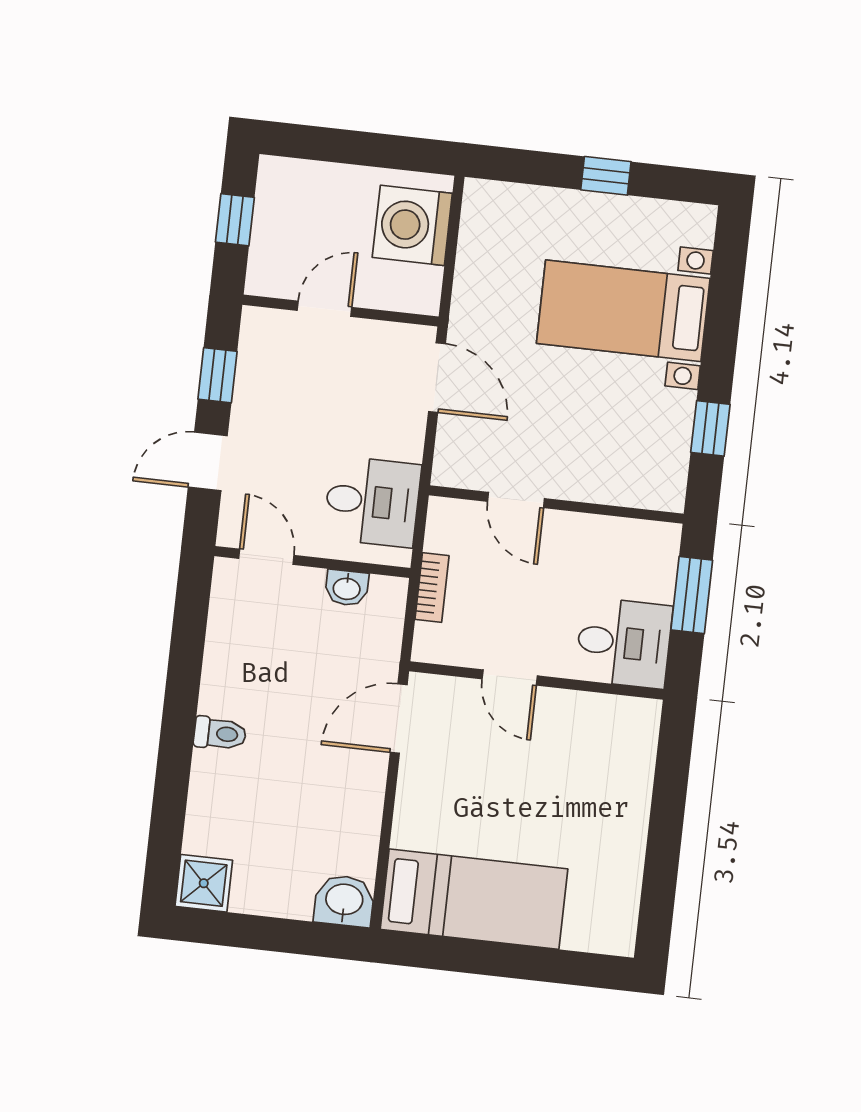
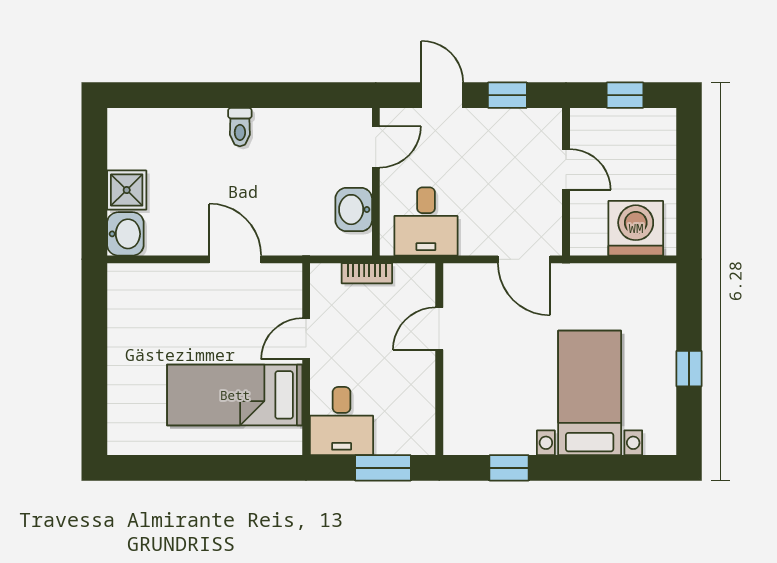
door: (437, 378) -> (524, 259), hinge flipped
washbasin: (347, 588) -> (354, 210), width x1.38, depth x1.45
door: (399, 718) -> (235, 259), moved
shower: (204, 883) -> (127, 190), moved
bed: (474, 899) -> (235, 395), moved, turned 90

